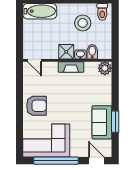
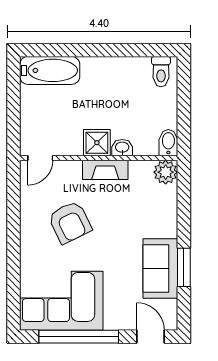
stool: (83, 23) -> (126, 91), removed
bidet: (92, 52) -> (168, 143), moved
door: (34, 60) -> (40, 158), hinge flipped
armchair: (36, 106) -> (70, 222), moved, turned 64

